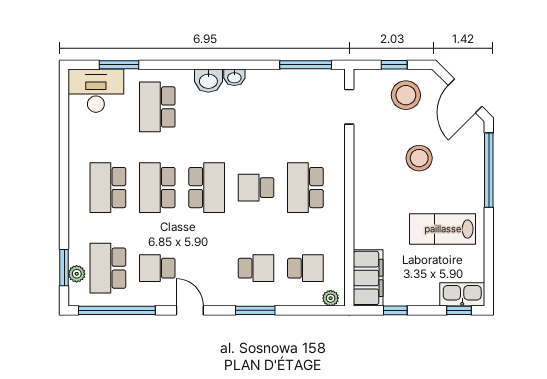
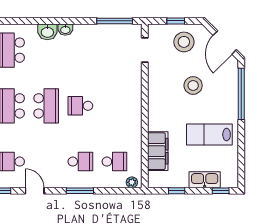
school desk: (305, 188) -> (114, 106), removed
filing cabinet: (368, 278) -> (158, 151), moved
kitchen sink: (462, 294) -> (205, 180), moved

